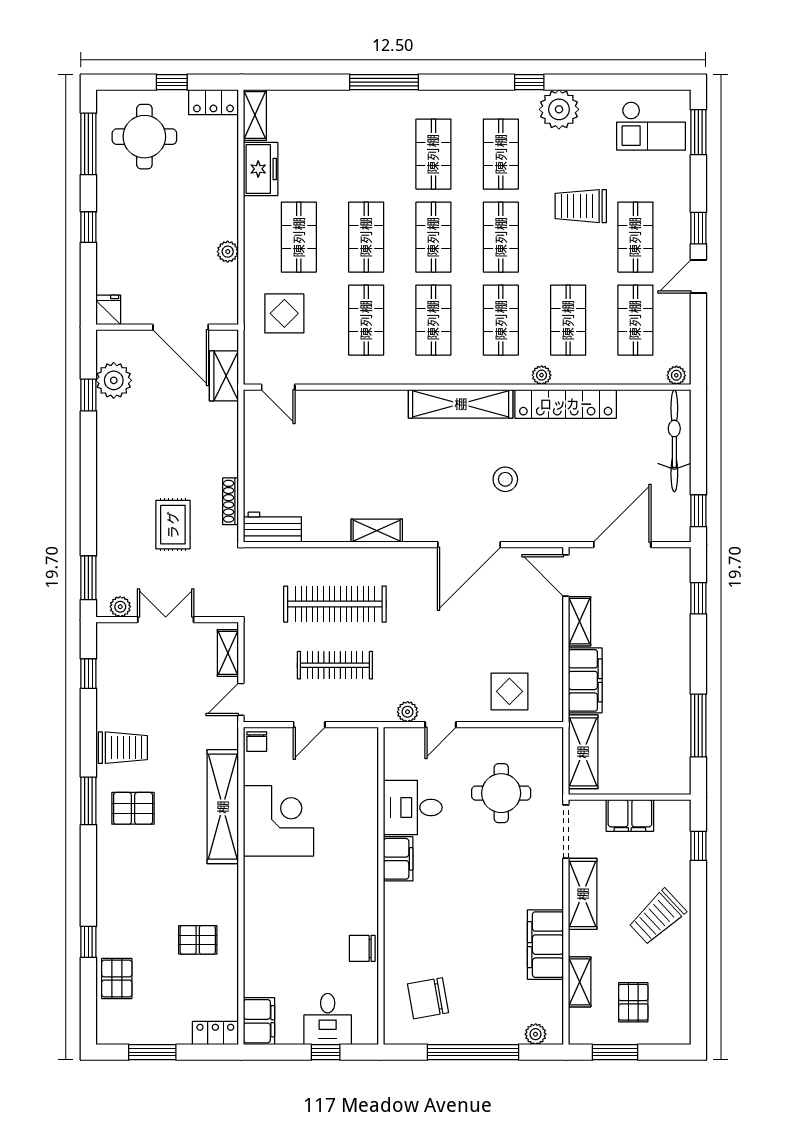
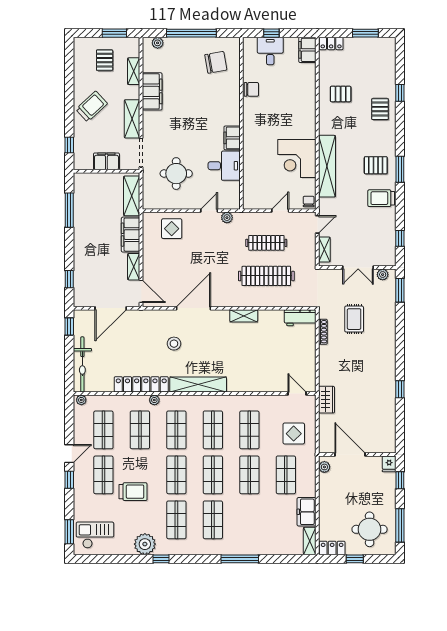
fridge: (108, 310) -> (389, 464), moved
wall: (167, 327) -> (357, 455), moved
door: (181, 327) -> (350, 455), moved
plant: (114, 380) -> (386, 397), removed
pallet: (117, 978) -> (380, 109), moved

